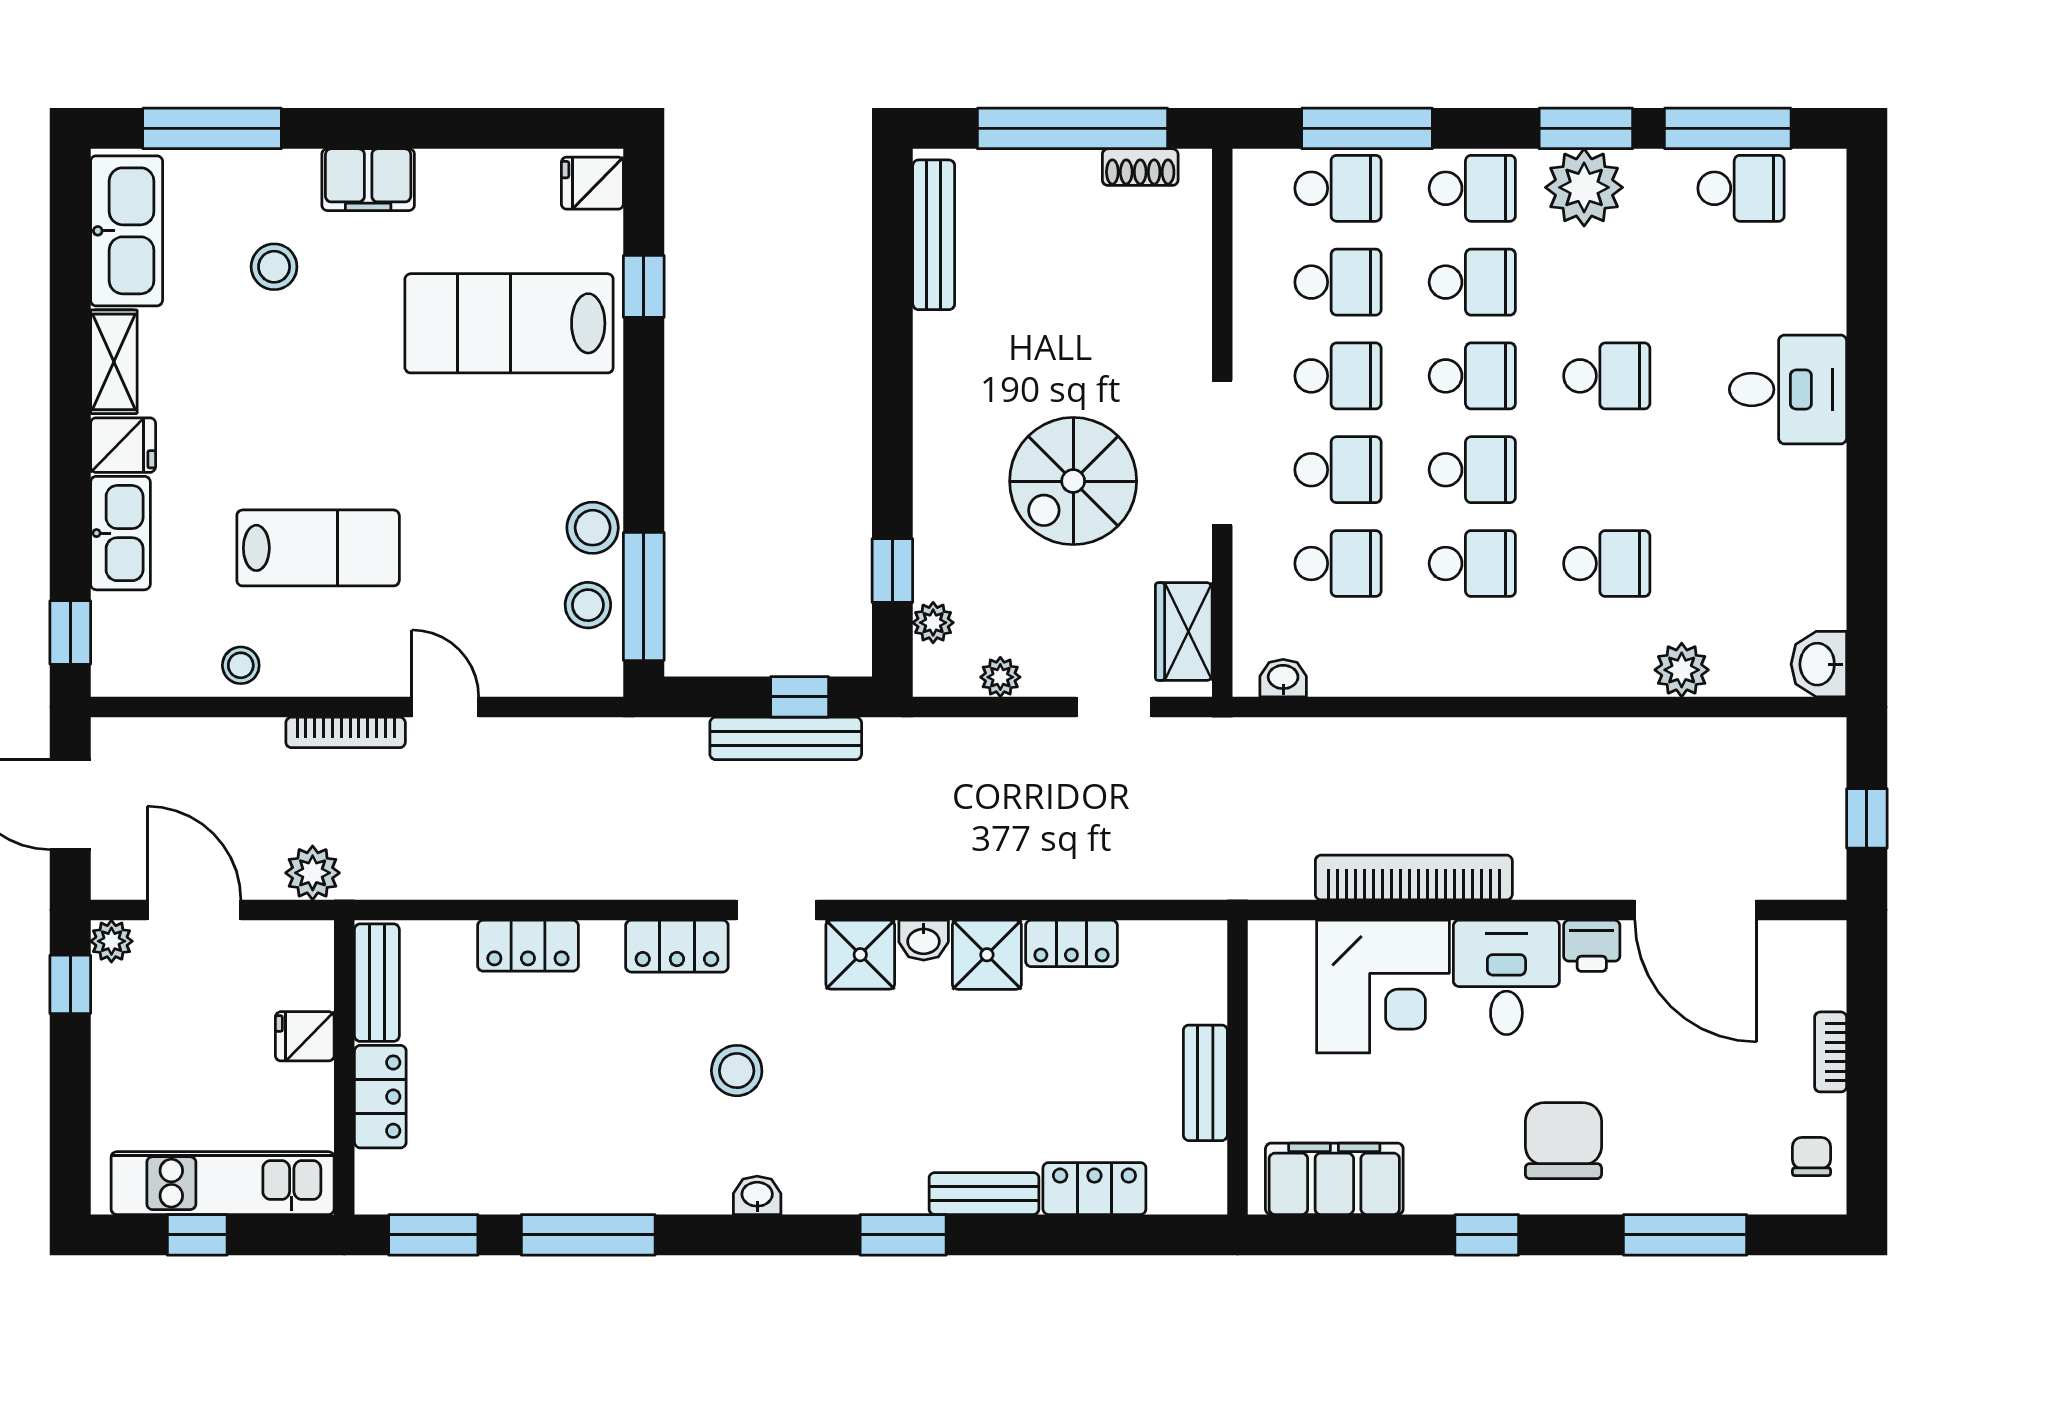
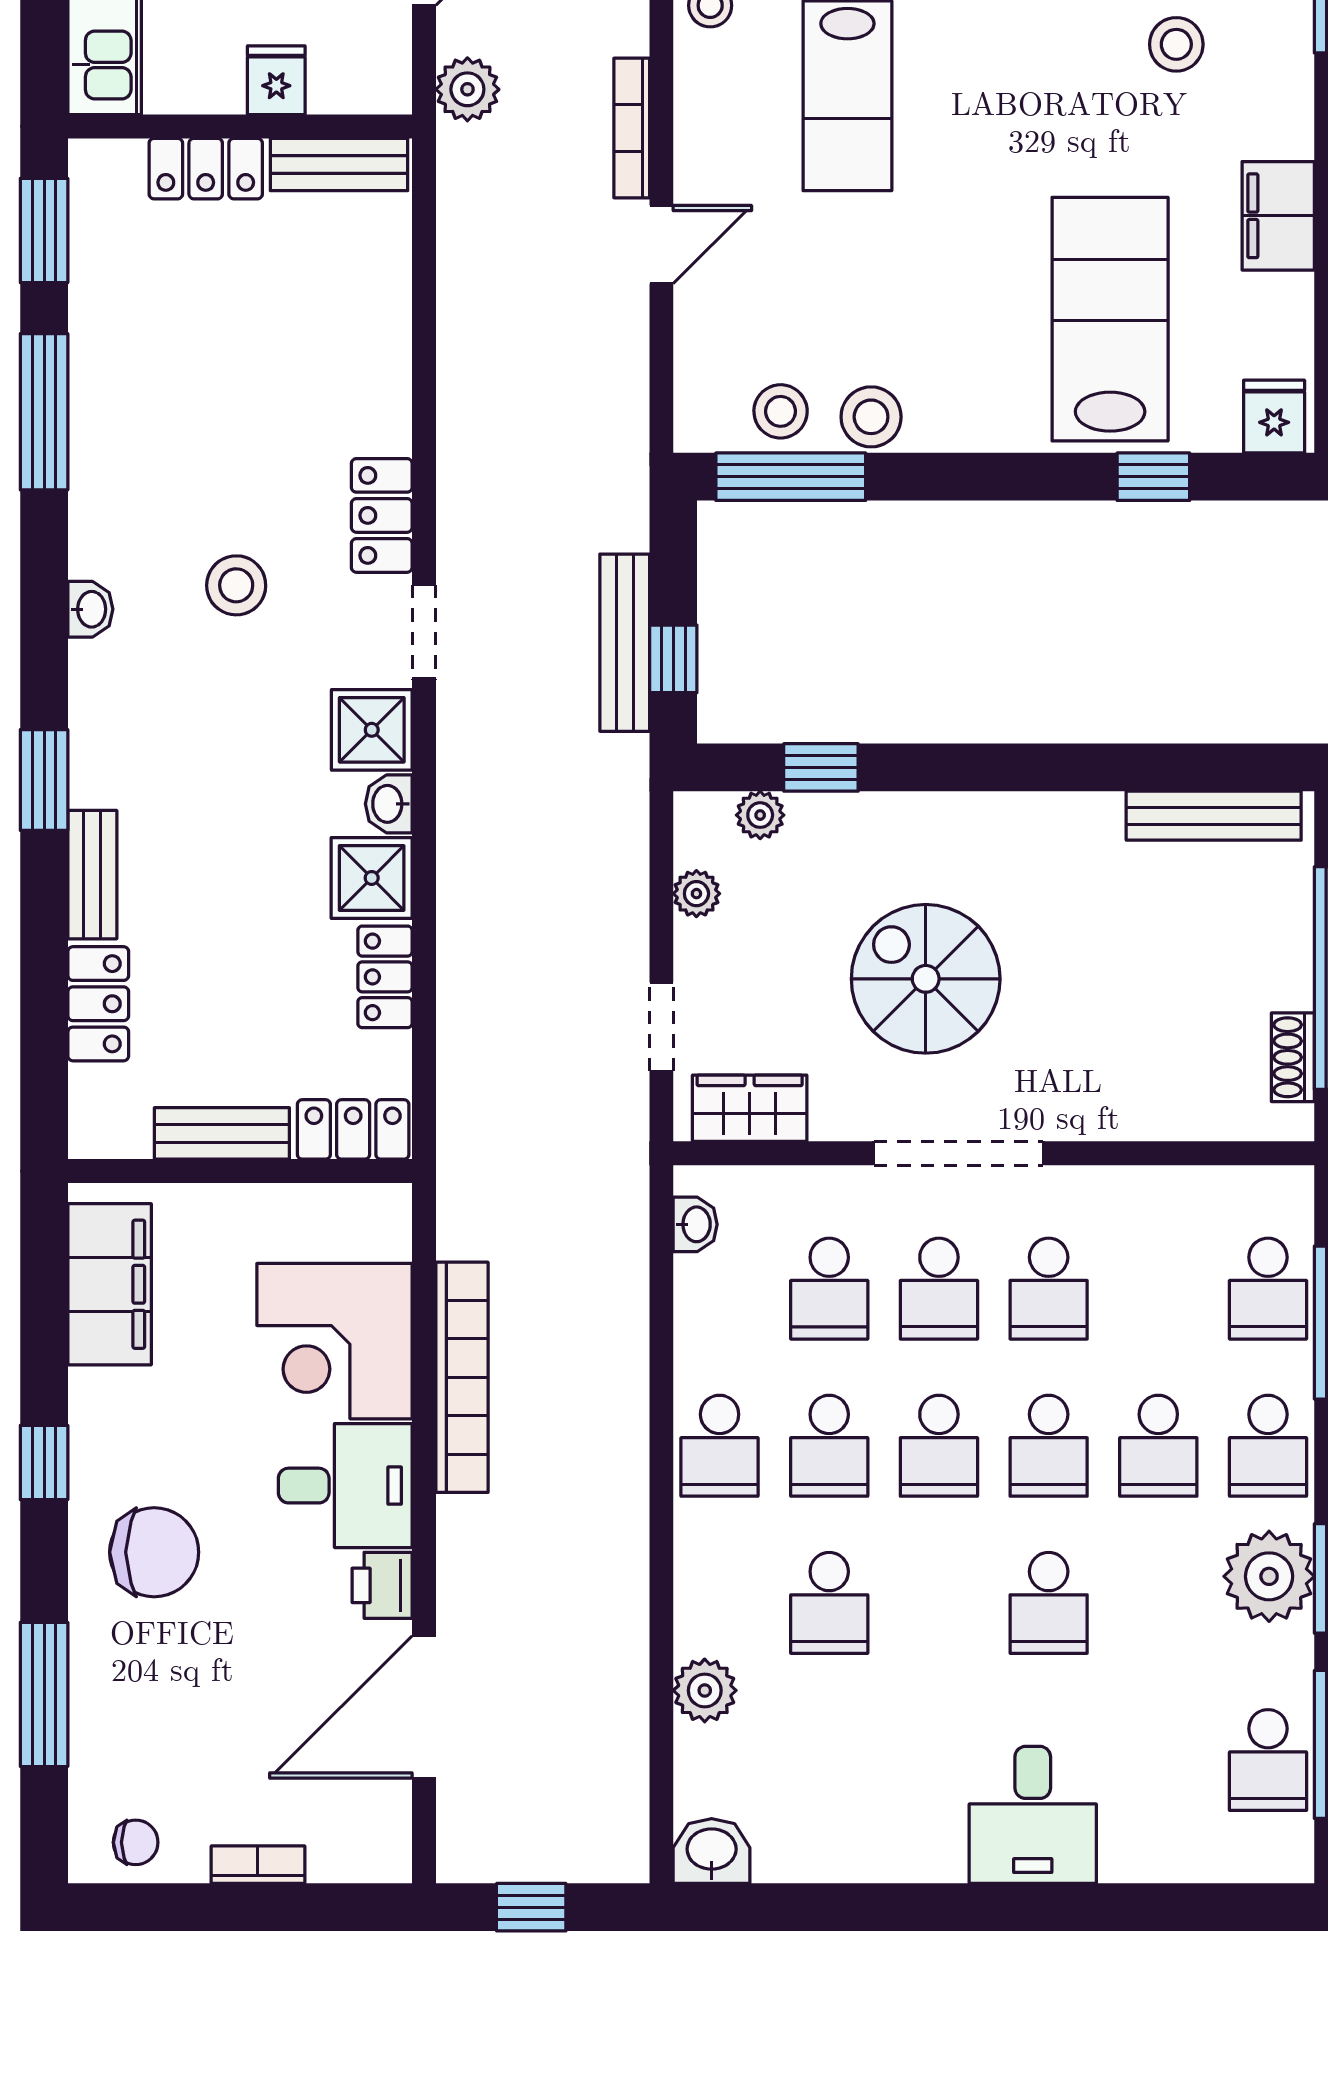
filing cabinet: (368, 180) -> (1278, 216), moved
school desk: (1338, 282) -> (720, 1446), moved
locker: (528, 946) -> (353, 1129), moved, turned 90

